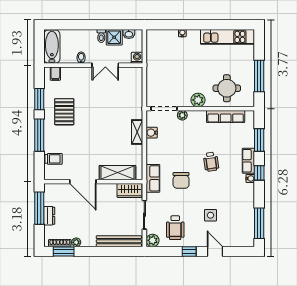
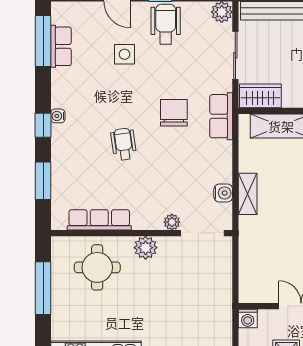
row of seats: (248, 161) -> (61, 46), moved
wheelchair: (175, 228) -> (166, 24), moved

